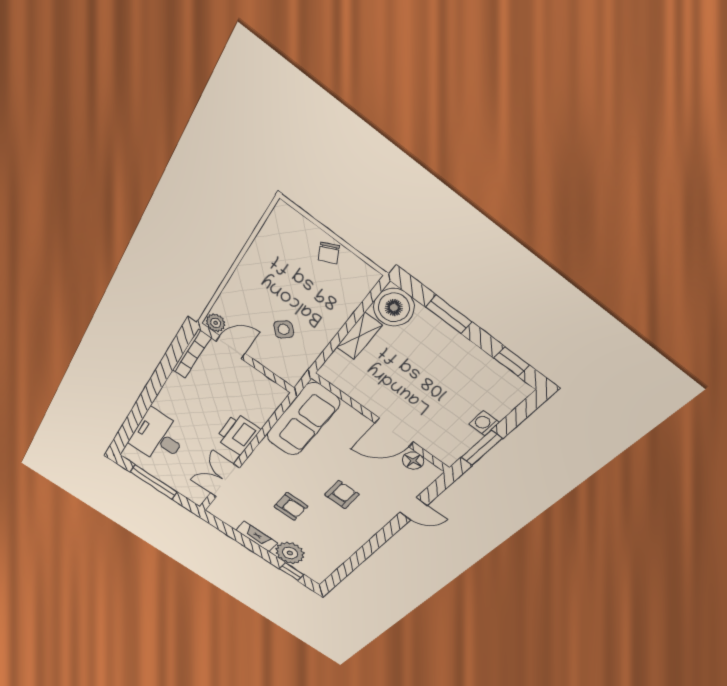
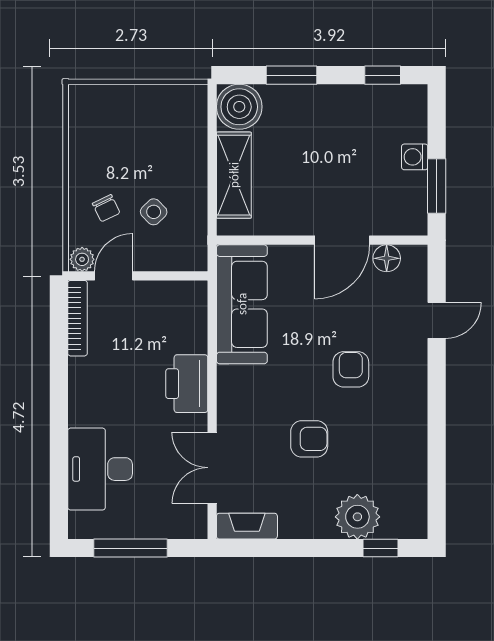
chair: (329, 253) -> (106, 208), moved
shelving: (359, 336) -> (234, 175), width x1.50, depth x1.33
fireplace: (257, 537) -> (247, 526), moved

